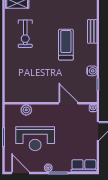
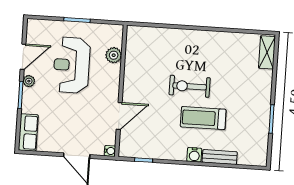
exercise bike: (25, 34) -> (190, 86), moved
treadmill: (66, 45) -> (203, 118), turned 180
water cooler: (92, 71) -> (194, 155), moved
door: (21, 173) -> (23, 57), moved

